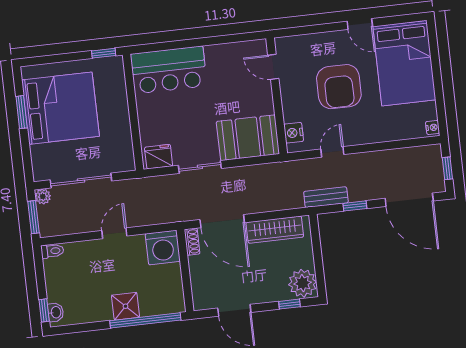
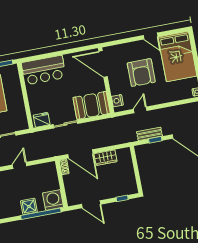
door: (273, 67) -> (103, 64), width x1.87
bench: (326, 197) -> (149, 134), moved
wardrobe: (275, 230) -> (106, 158), width x0.67
washing machine: (163, 248) -> (53, 200), moved, turned 180
plant: (303, 283) -> (129, 186), removed

